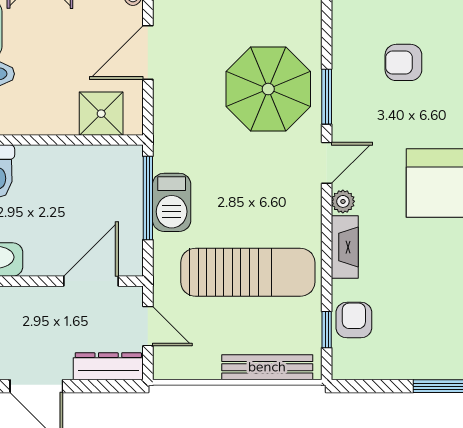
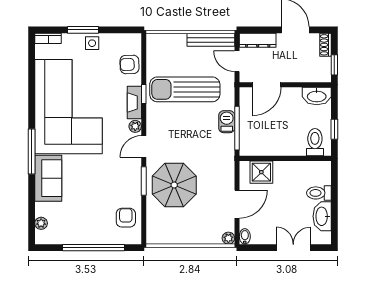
armchair: (403, 62) -> (126, 218), moved, turned -90
barbecue: (172, 202) -> (227, 122), width x0.73, depth x0.79
armchair: (354, 320) -> (129, 64), turned 88
window: (327, 330) -> (144, 94), moved
side table: (426, 361) -> (92, 43), added
bench: (267, 367) -> (211, 40), moved

